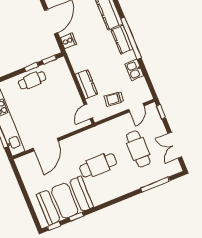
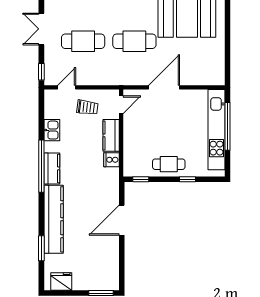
cooker: (68, 41) -> (111, 160), moved
window: (31, 67) -> (188, 179), moved
door: (46, 145) -> (164, 87), moved
double door: (175, 145) -> (41, 29), swing flipped
cafe table: (138, 149) -> (83, 41), turned 90

